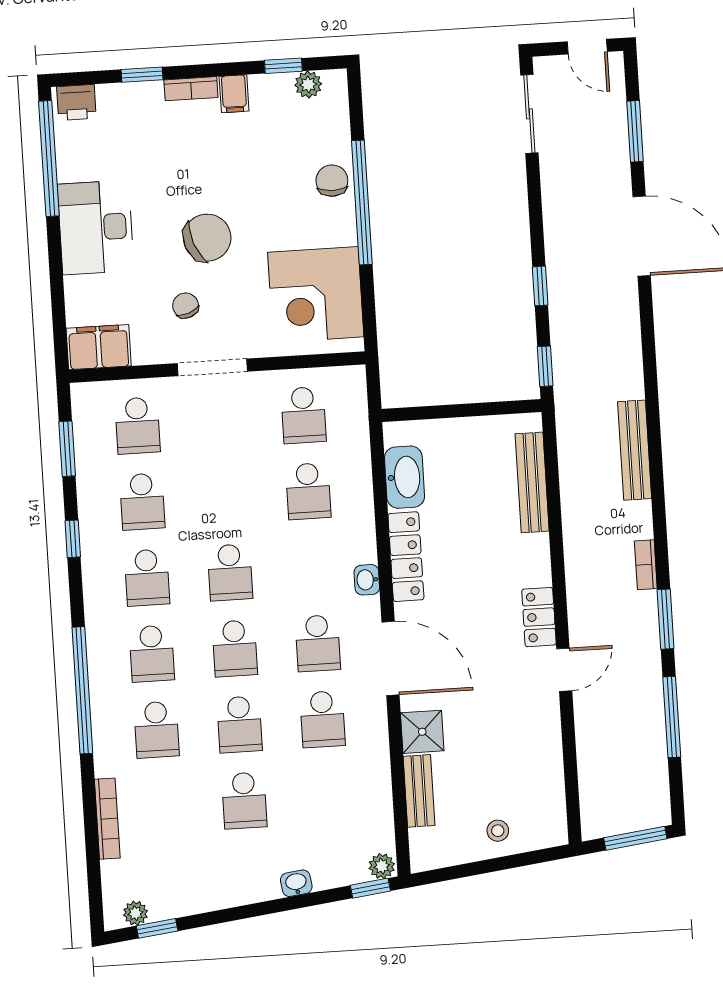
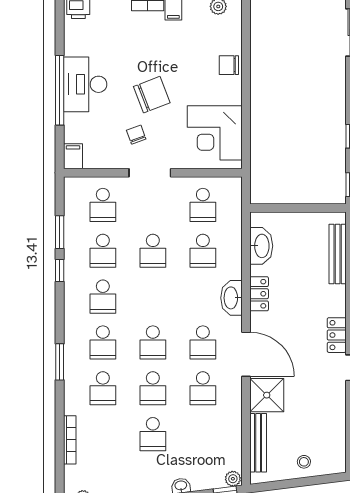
window: (49, 158) -> (60, 90), moved
chair: (332, 181) -> (229, 65), turned -90
window: (362, 203) -> (246, 79), removed
filing cabinet: (99, 347) -> (73, 156), width x0.50
window: (67, 449) -> (60, 232), moved
locker: (406, 557) -> (259, 294), width x0.66
school desk: (230, 572) -> (153, 251), moved
washbasin: (367, 580) -> (231, 298), width x1.91, depth x1.45
window: (82, 690) -> (60, 362), width x0.47
shower: (422, 732) -> (267, 395), width x1.36, depth x1.36
bench: (419, 791) -> (258, 443), width x1.36

